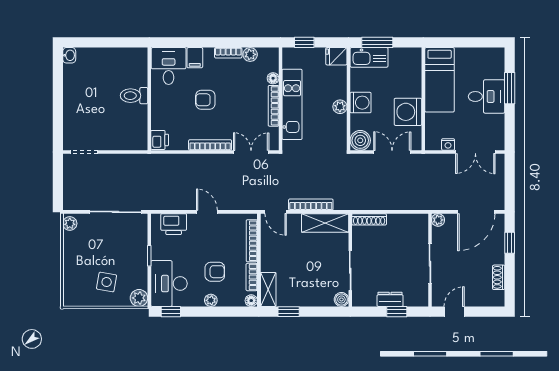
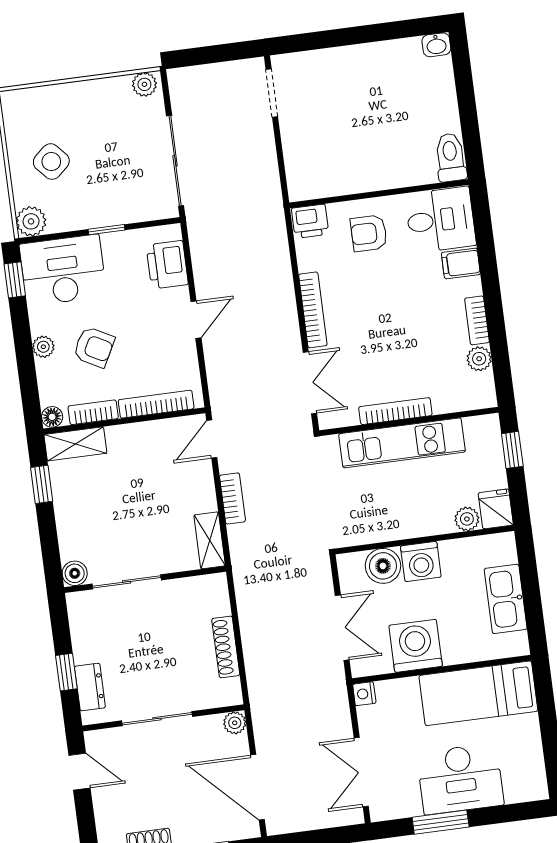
window: (377, 42) -> (529, 577), removed
kitchen sink: (369, 57) -> (506, 599), moved
floor lamp: (273, 78) -> (443, 404), removed
window: (510, 88) -> (441, 822), moved
toilet: (134, 96) -> (451, 157), moved
desk: (487, 96) -> (460, 779), width x1.37
armchair: (205, 100) -> (369, 233), moved, turned -90
plant: (340, 107) -> (467, 519), moved
boiler: (360, 140) -> (383, 566), moved
nightstand: (448, 144) -> (364, 694), moved
bookcase: (311, 205) -> (232, 498), width x0.64
shoe rack: (369, 219) -> (226, 647), moved
shelving: (325, 223) -> (210, 540), width x0.67, depth x0.75
armchair: (215, 272) -> (94, 347), turned -62
side table: (107, 282) -> (51, 162), turned 38
dresser: (390, 299) -> (90, 687), moved

